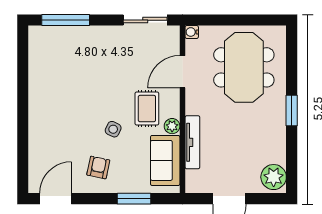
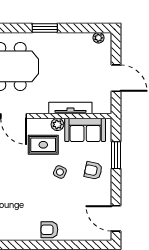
armchair: (42, 116) -> (49, 230), added
armchair: (98, 167) -> (93, 171), moved
plant: (274, 177) -> (99, 38), width x0.53, depth x0.53

